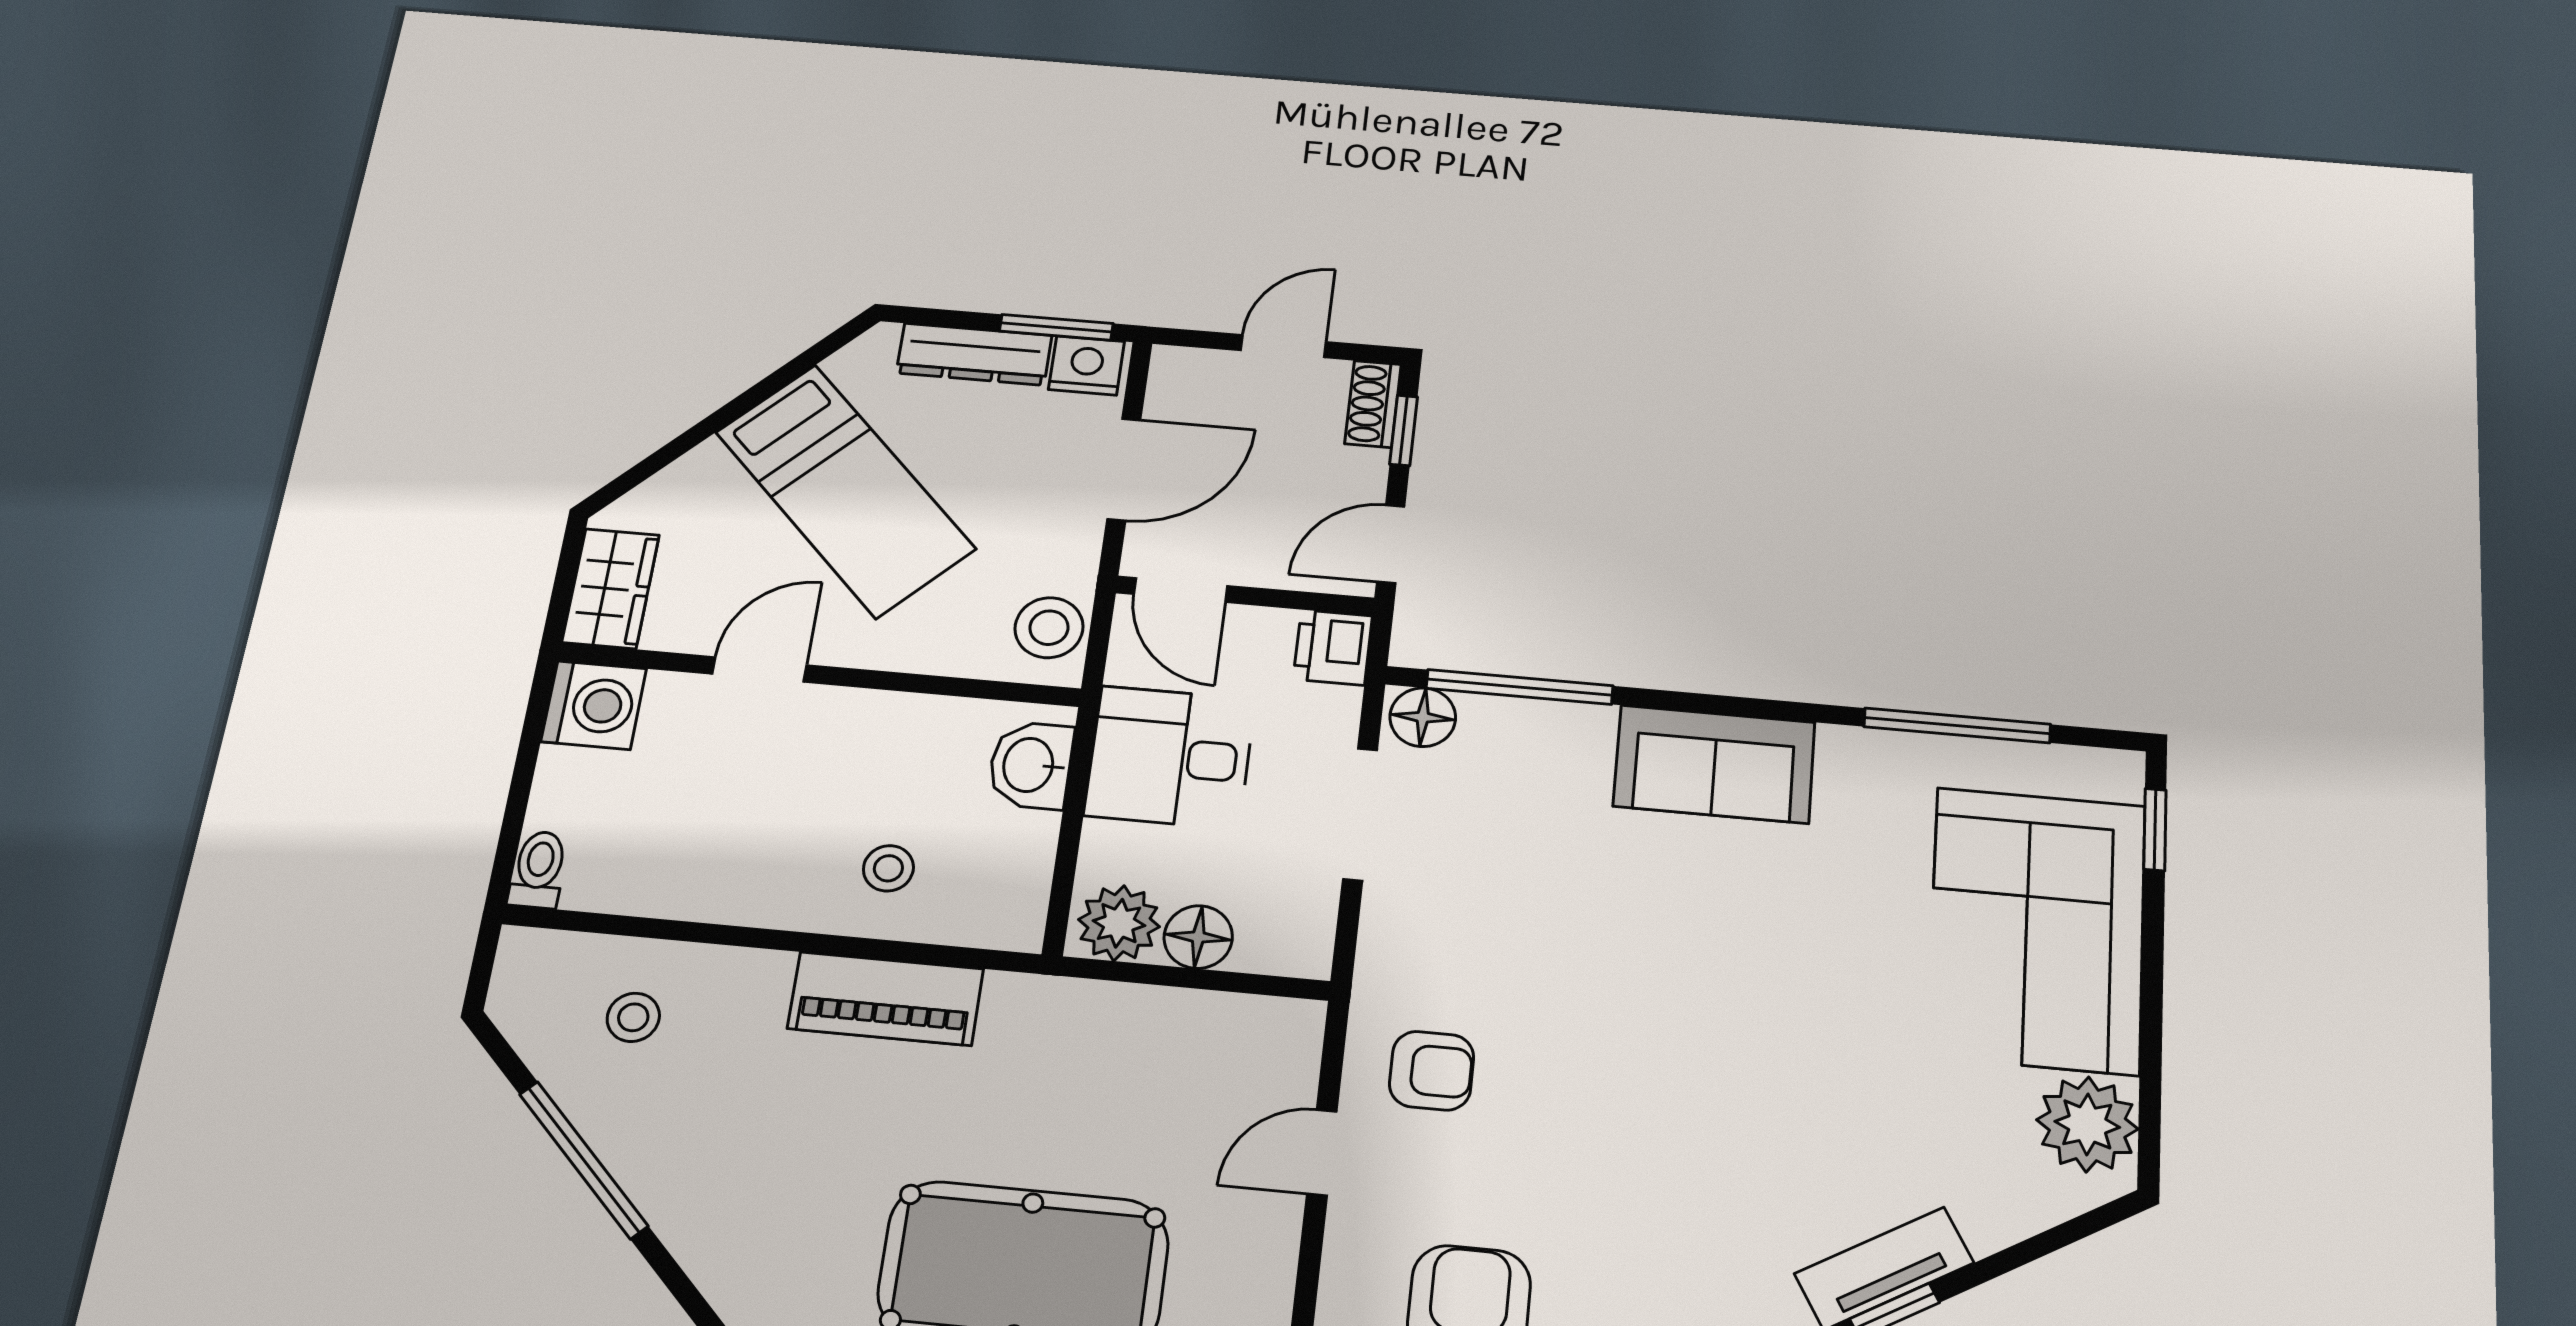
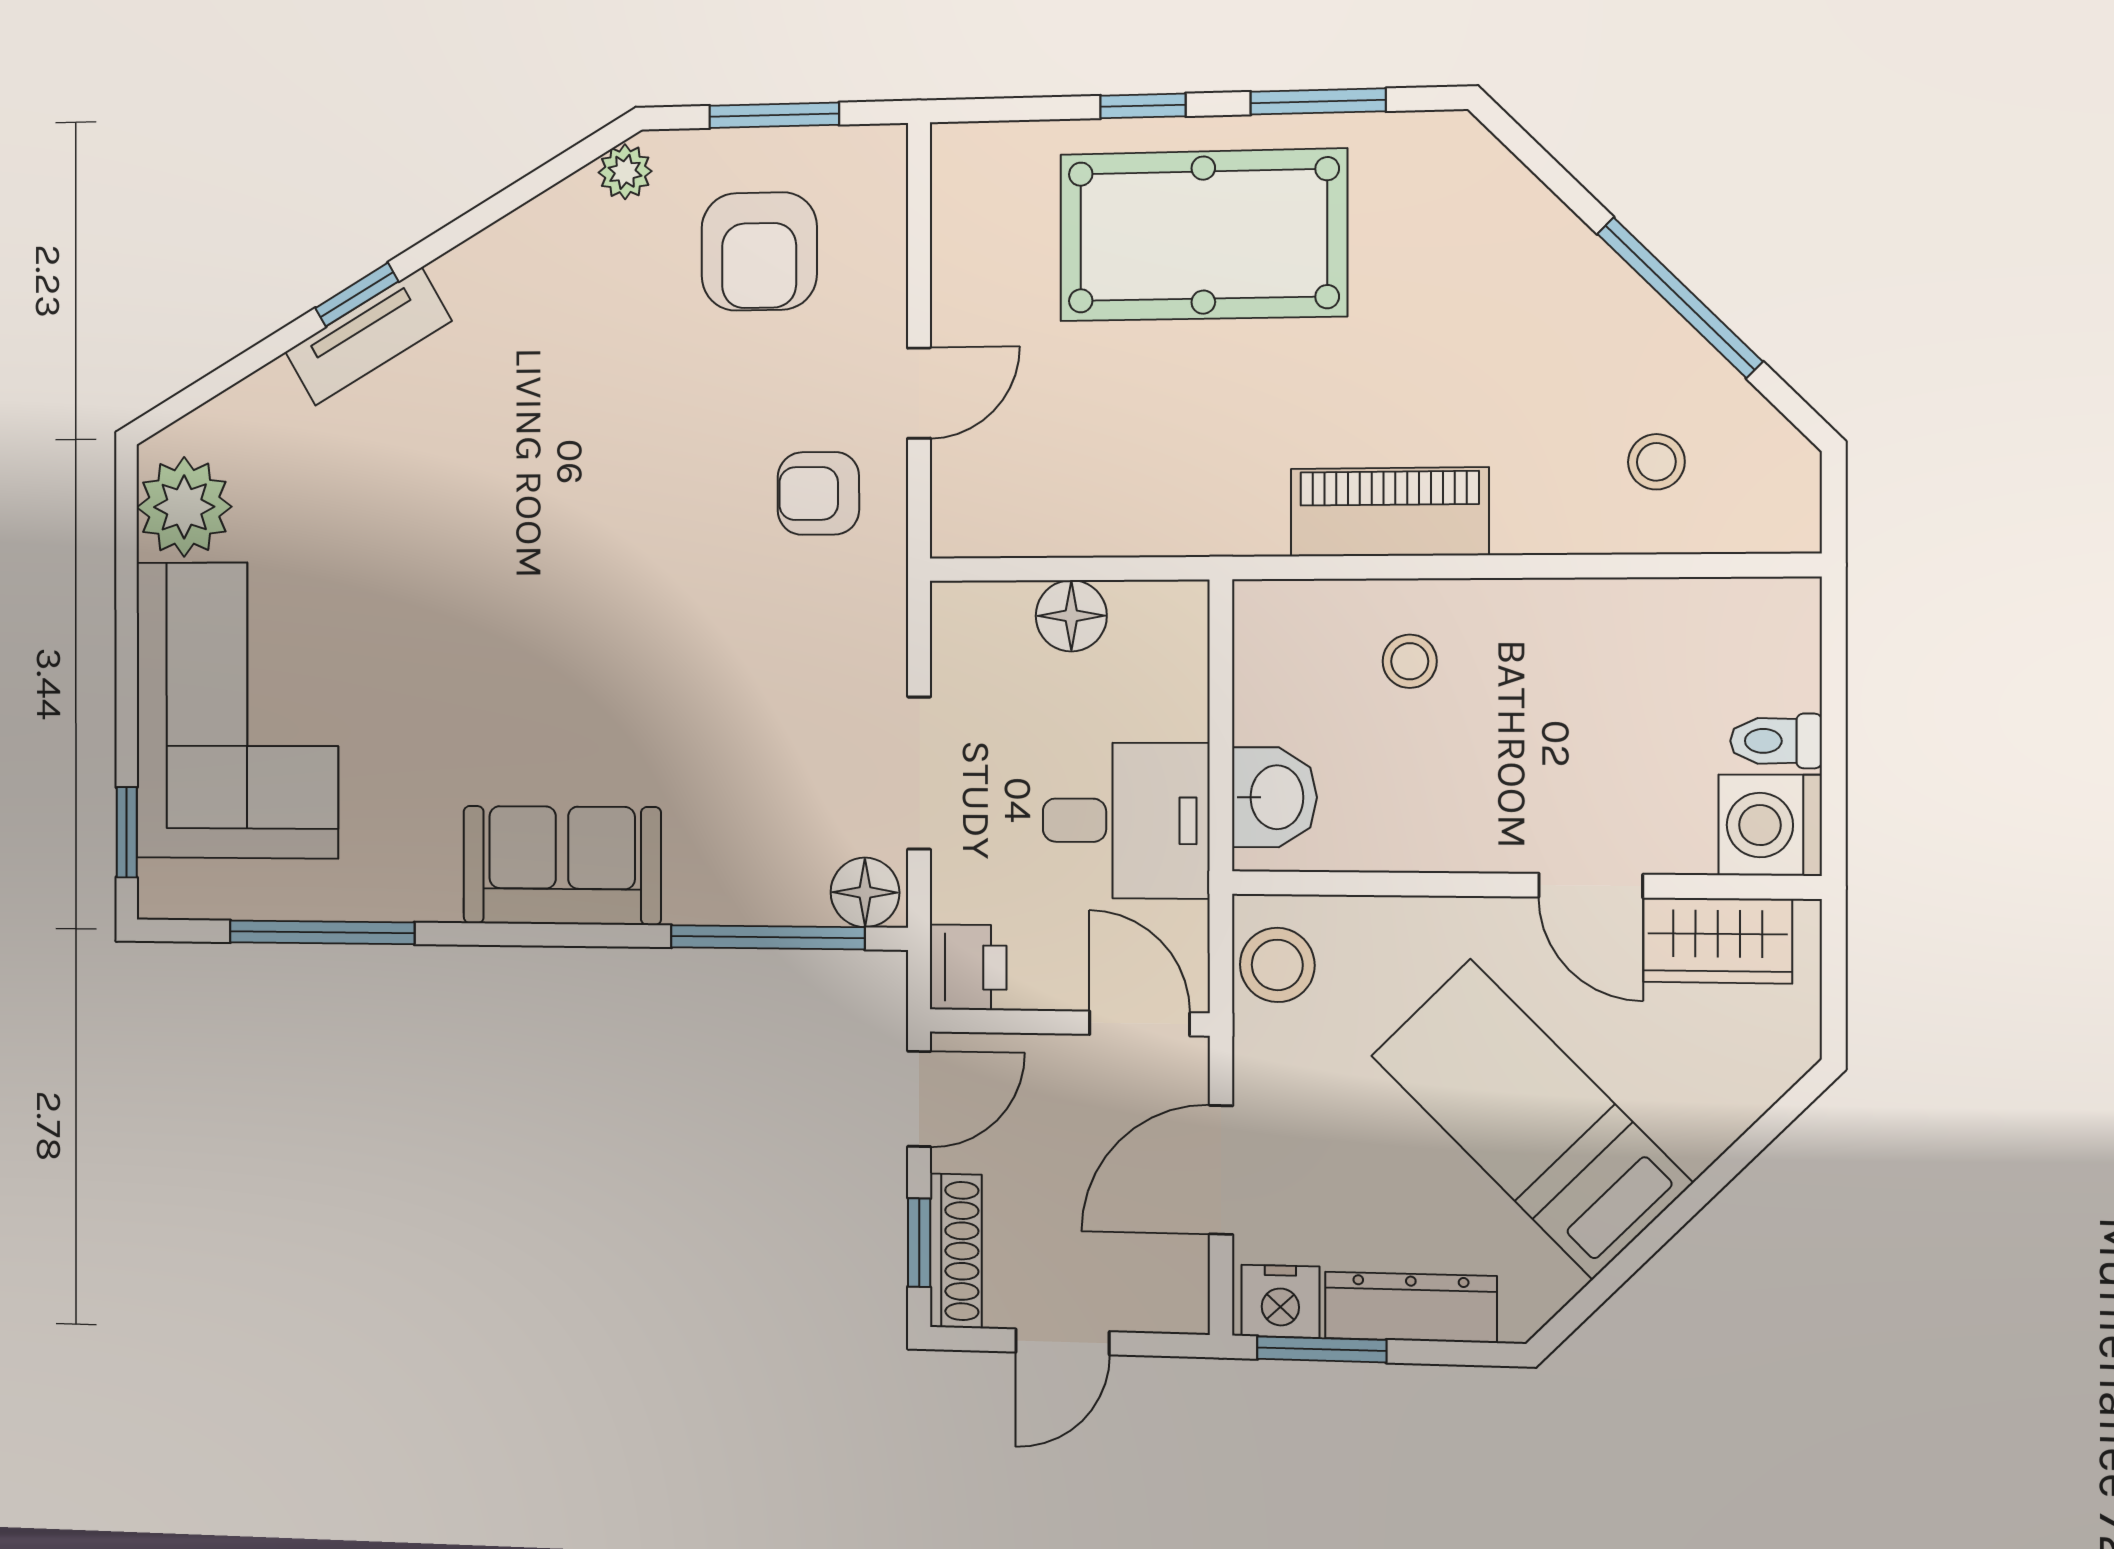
shoe rack: (1373, 404) -> (956, 1251), width x1.43
wardrobe: (611, 589) -> (1718, 941), moved, turned -90
door: (760, 669) -> (1591, 886), hinge flipped
toilet: (538, 870) -> (1776, 741), moved, turned 90
plant: (1119, 923) -> (1156, 623), removed

